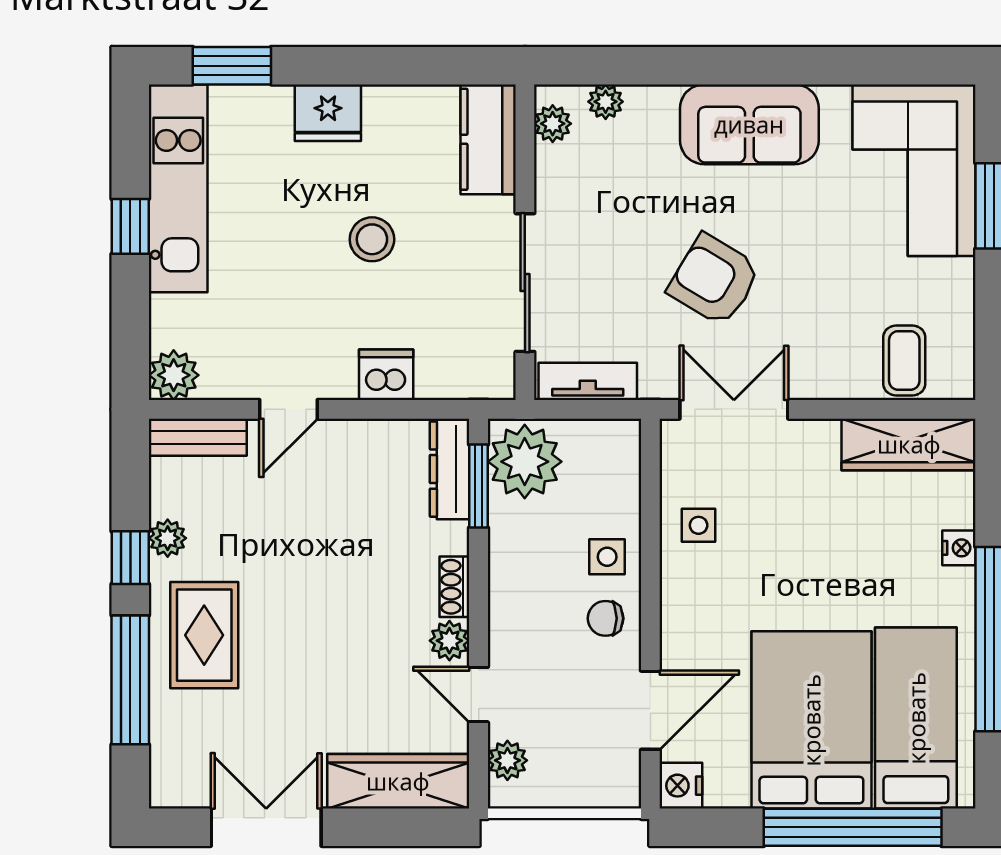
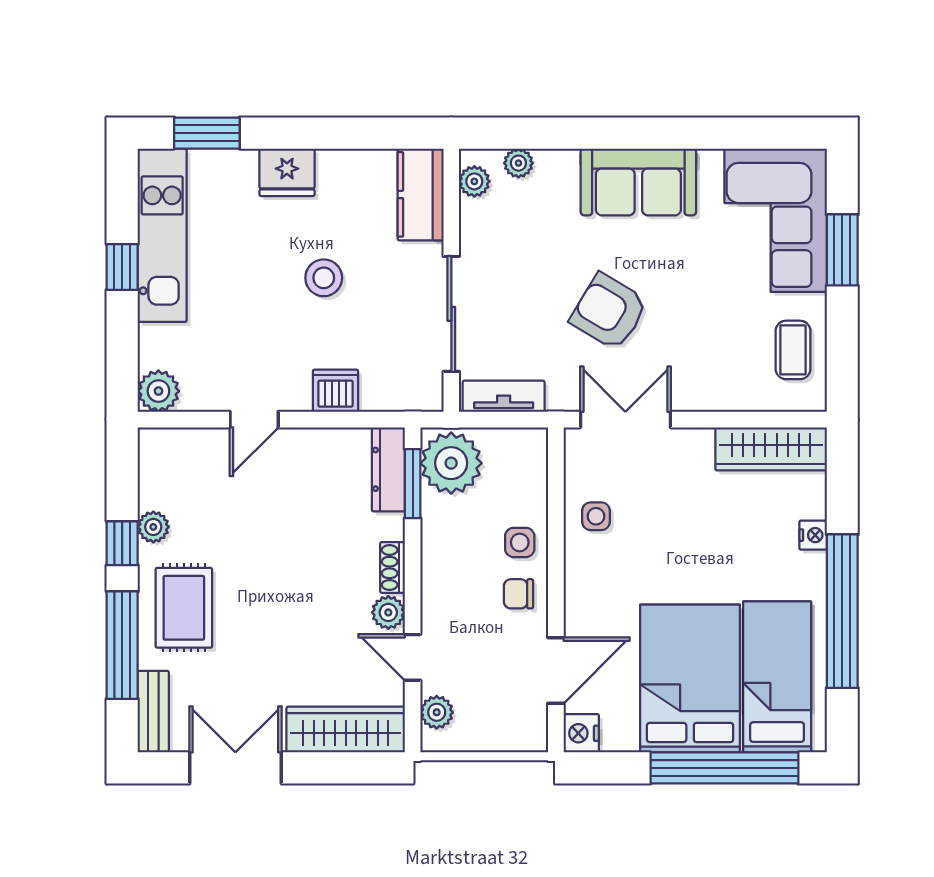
coffee table: (904, 360) -> (793, 350), moved
bench: (198, 437) -> (153, 712), moved, turned 90

